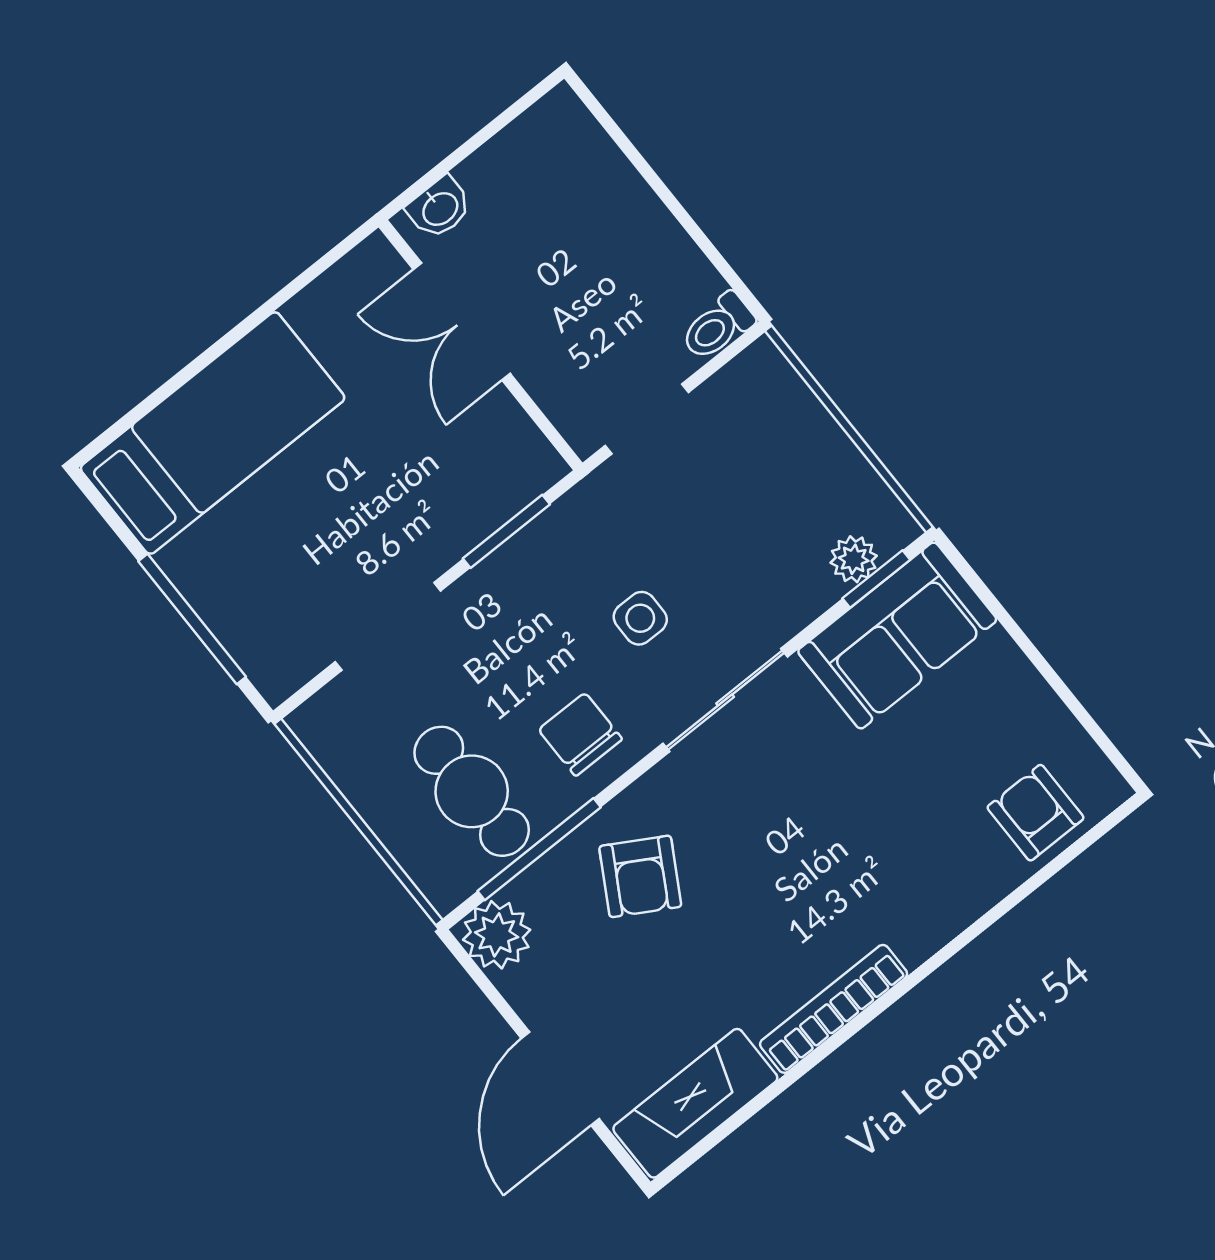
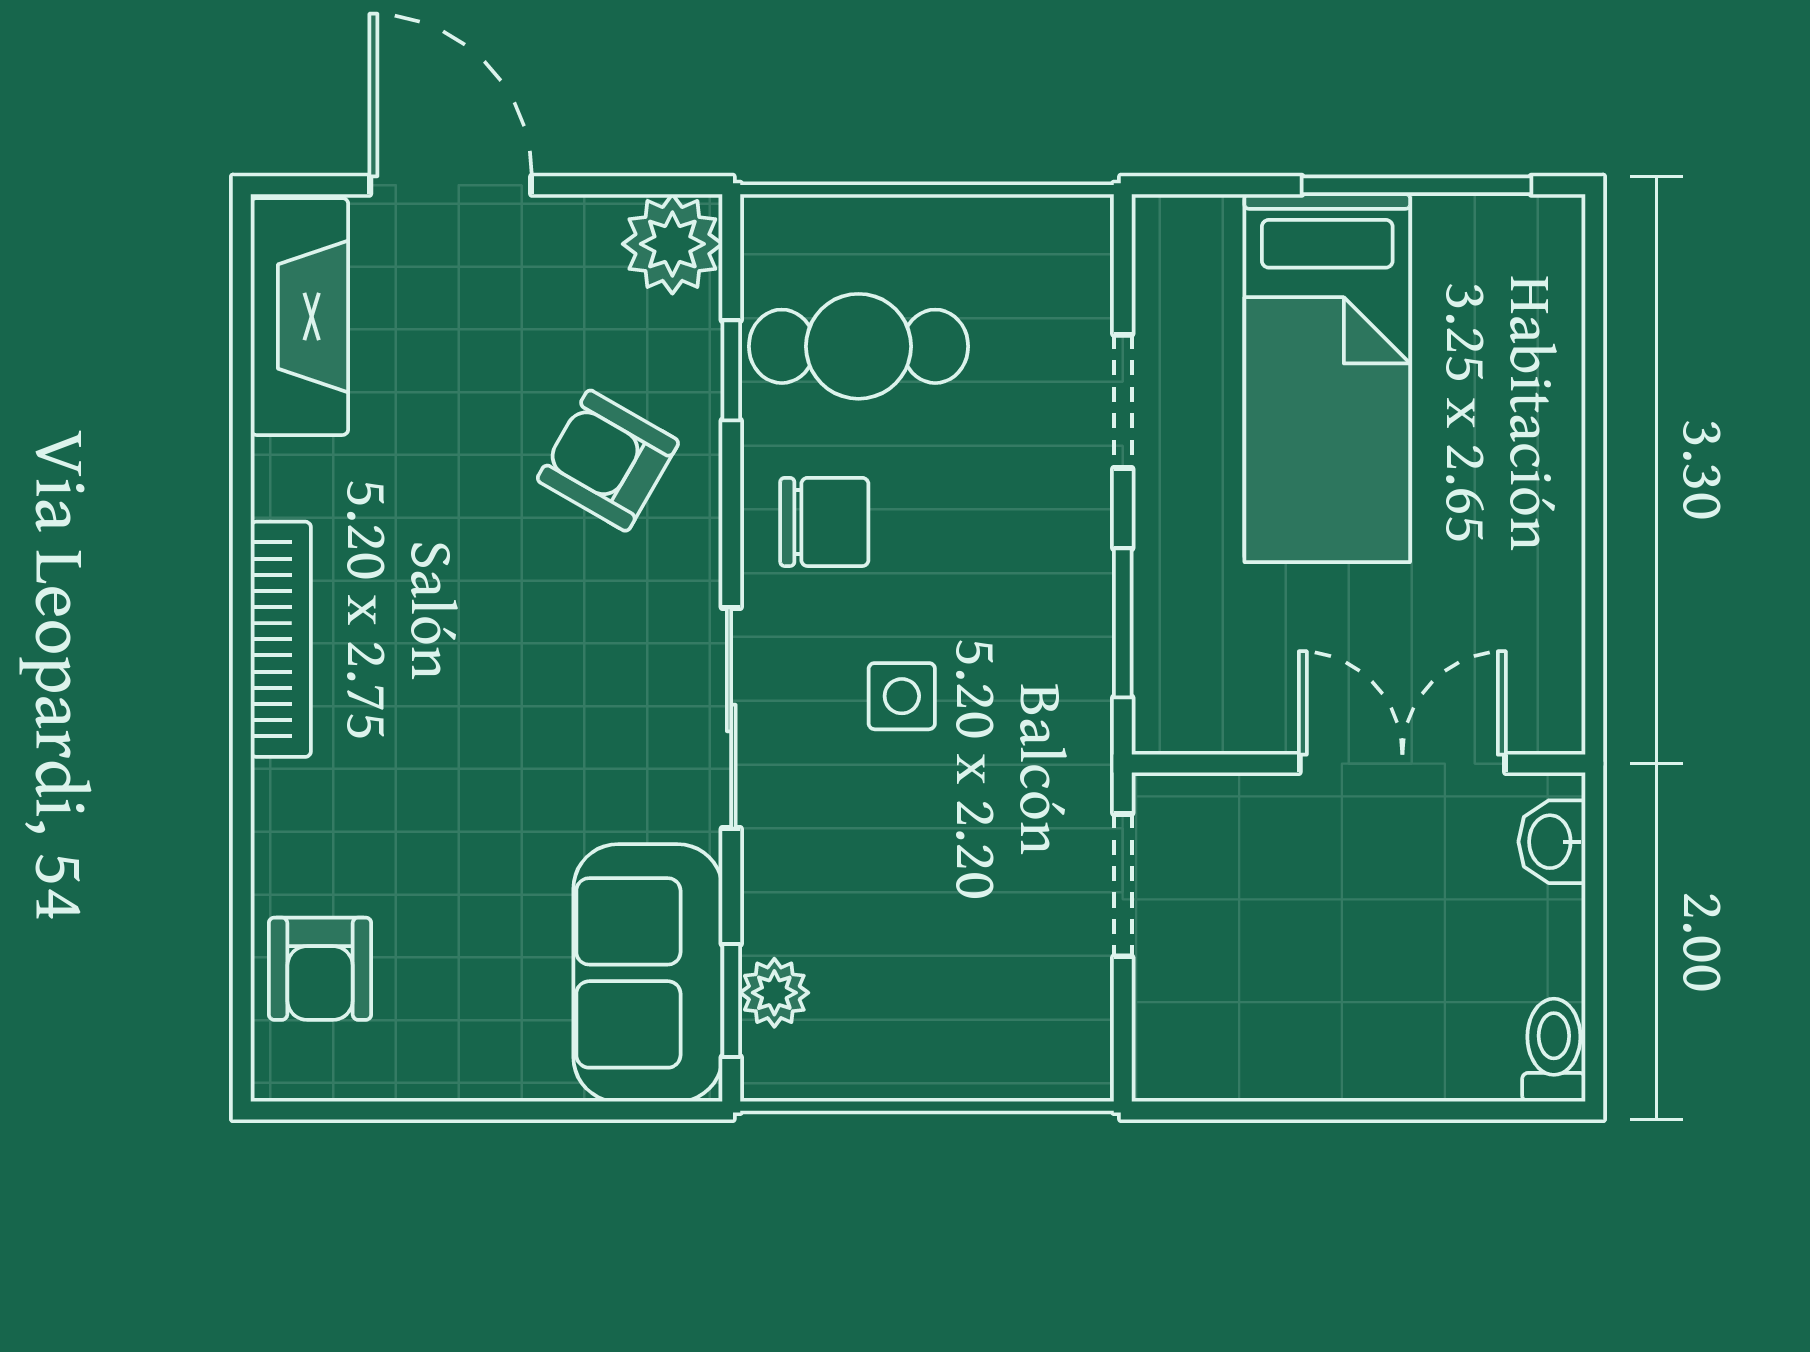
toilet: (718, 327) -> (1554, 1050), moved
bed: (213, 433) -> (1327, 378), moved
window: (192, 619) -> (1417, 185), moved
doorway: (388, 626) -> (1123, 401), width x0.73
armchair: (1035, 813) -> (320, 969), turned 90
window: (539, 849) -> (731, 370), width x0.46
bookcase: (834, 1009) -> (281, 639), moved

